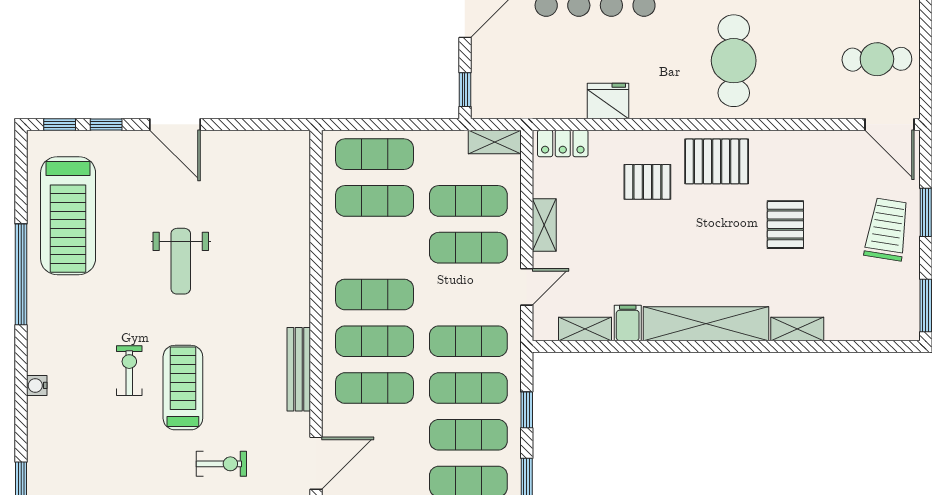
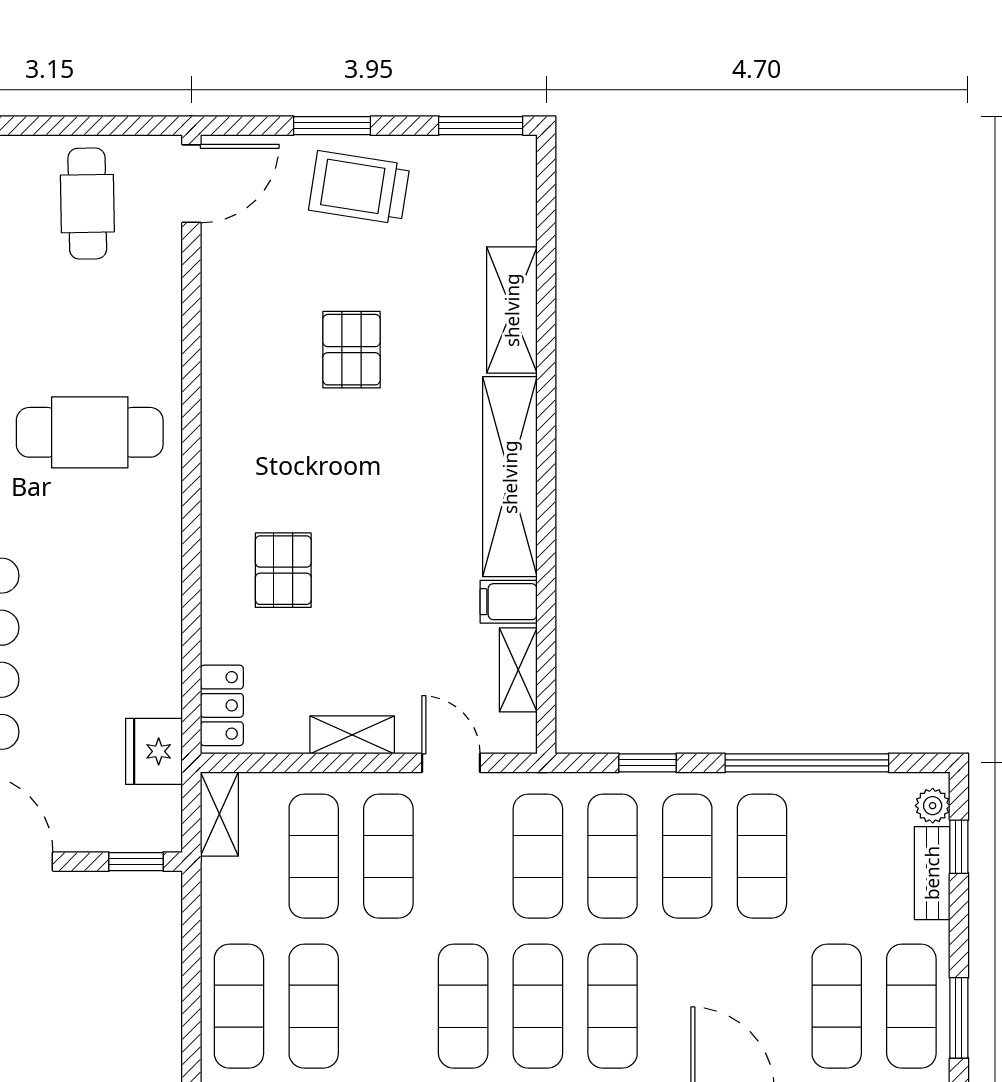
fridge: (608, 101) -> (154, 751), moved
pallet: (717, 161) -> (251, 460), removed
pallet: (785, 225) -> (351, 350), turned 90
shelving: (797, 329) -> (512, 310), width x1.50, depth x1.33

